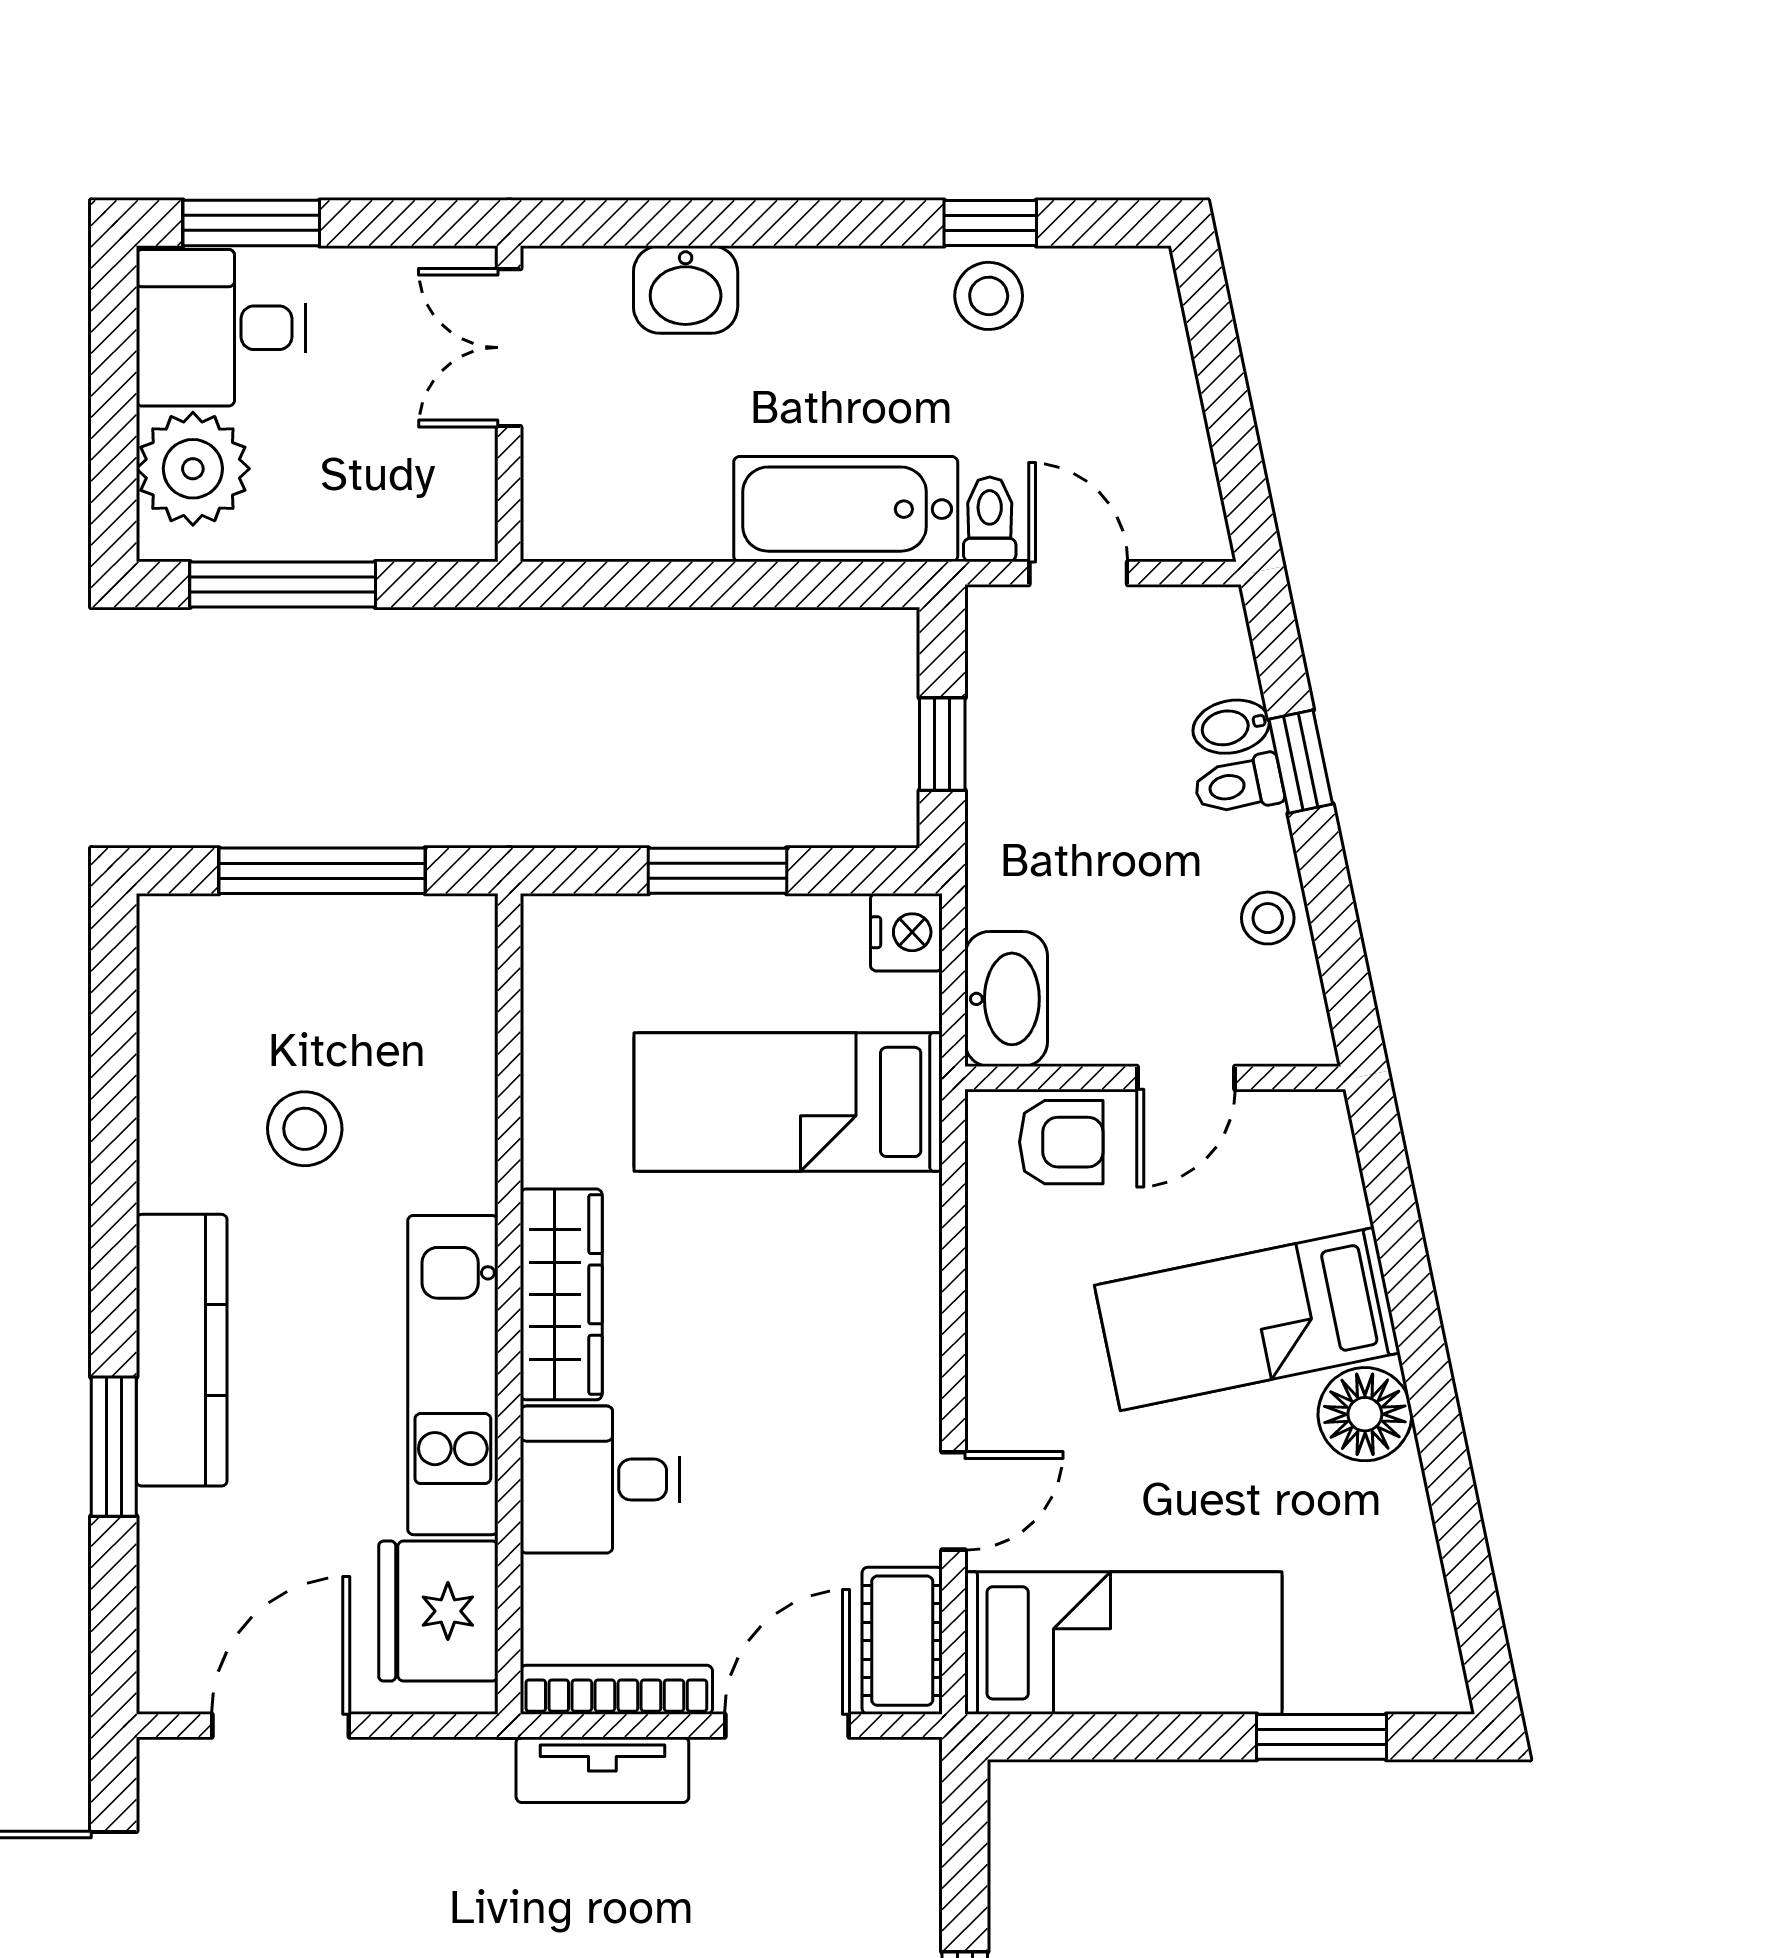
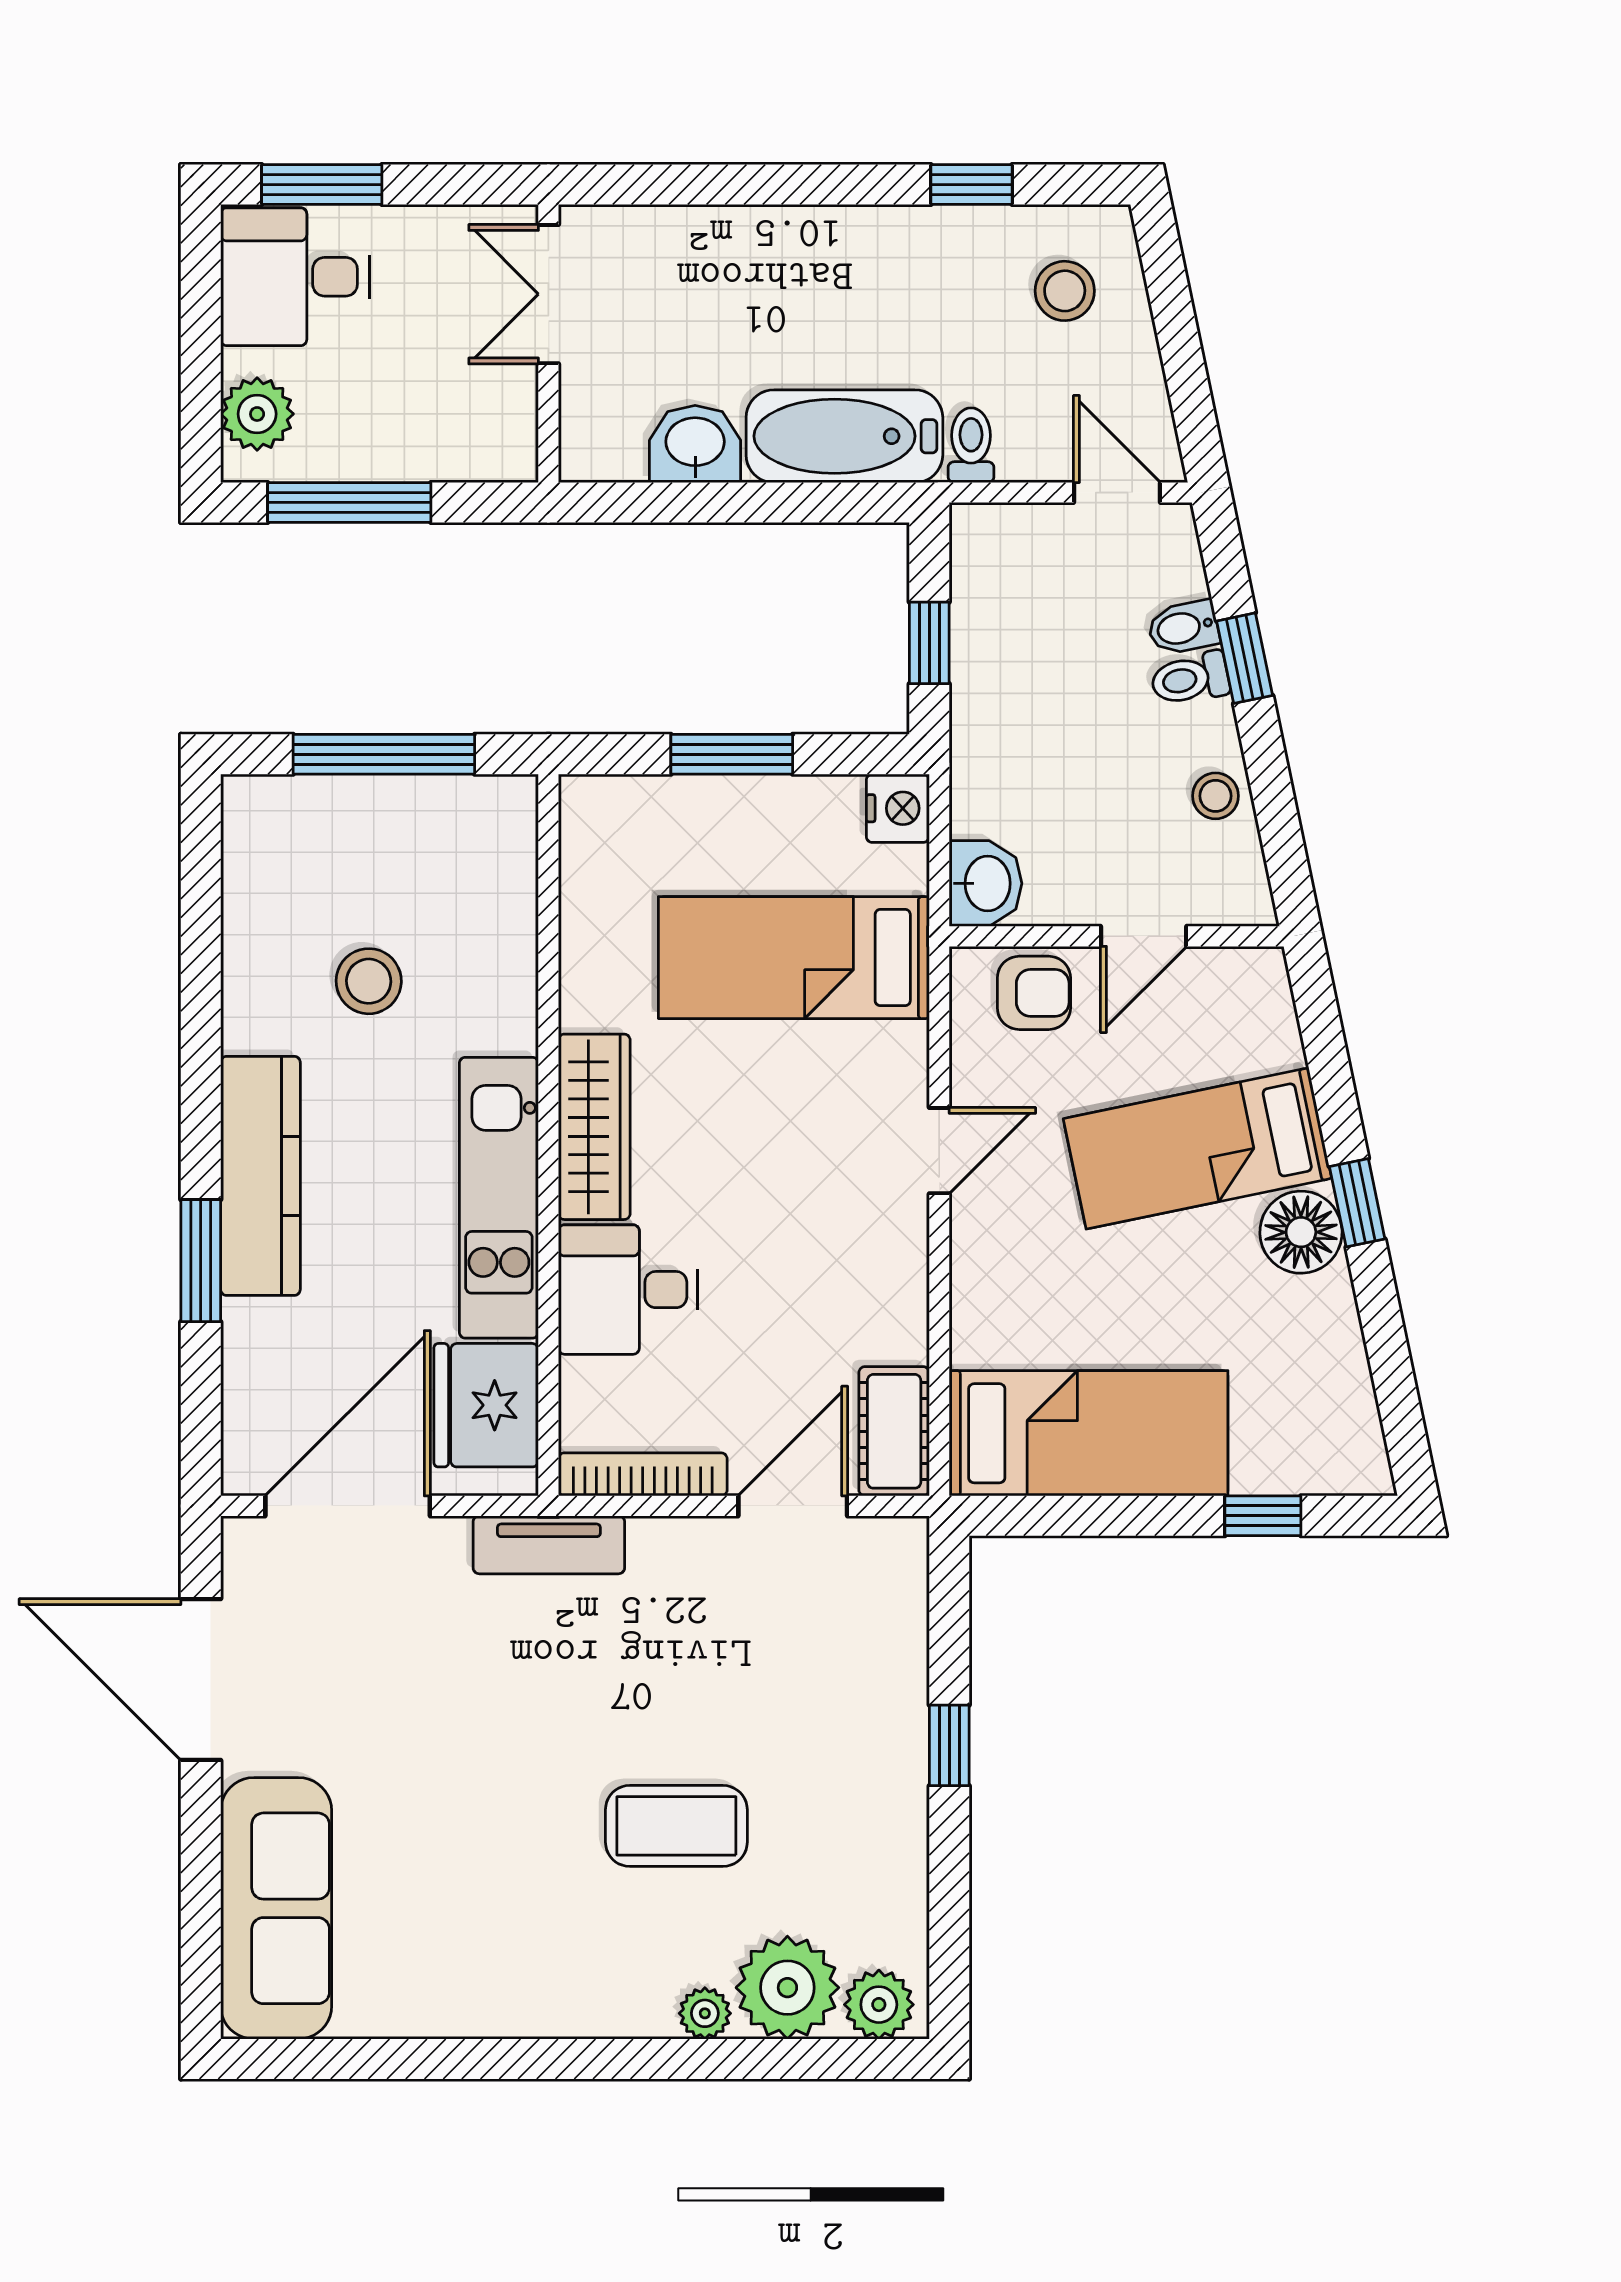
washbasin: (686, 289) -> (695, 444), moved, turned 180
stool: (989, 296) -> (1065, 291), moved
plant: (193, 469) -> (257, 414), width x0.73, depth x0.73
door: (1078, 573) -> (1117, 493), moved
washbasin: (1006, 999) -> (985, 883), width x0.72
window: (1429, 1381) -> (1357, 1203), added
door: (954, 1501) -> (939, 1151), moved
door: (281, 1726) -> (348, 1506), width x1.36
window: (1322, 1737) -> (1263, 1516), width x0.67
tv unit: (602, 1770) -> (549, 1545), moved

